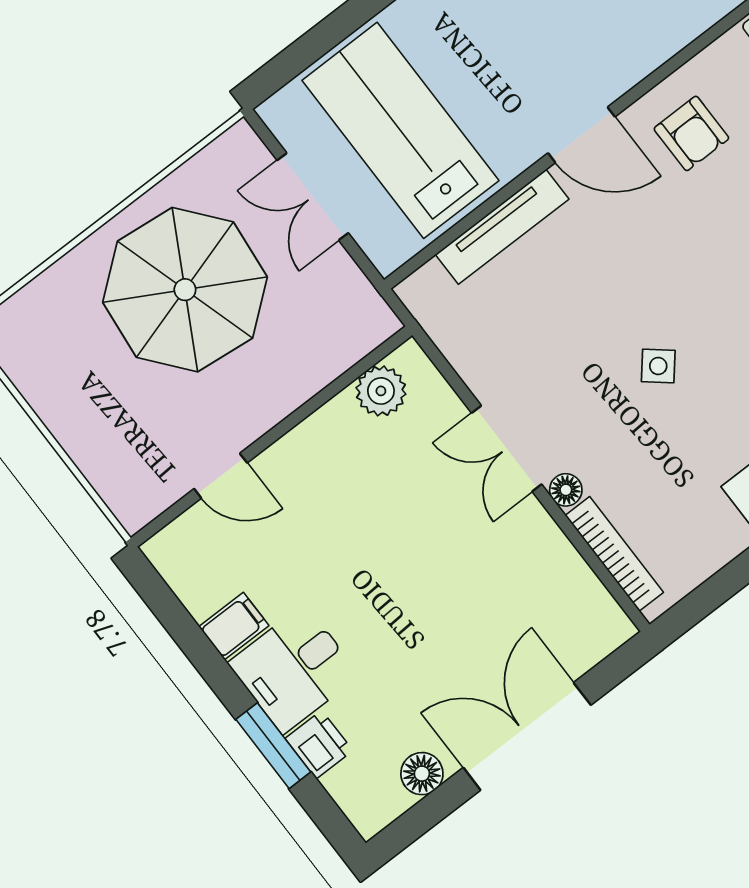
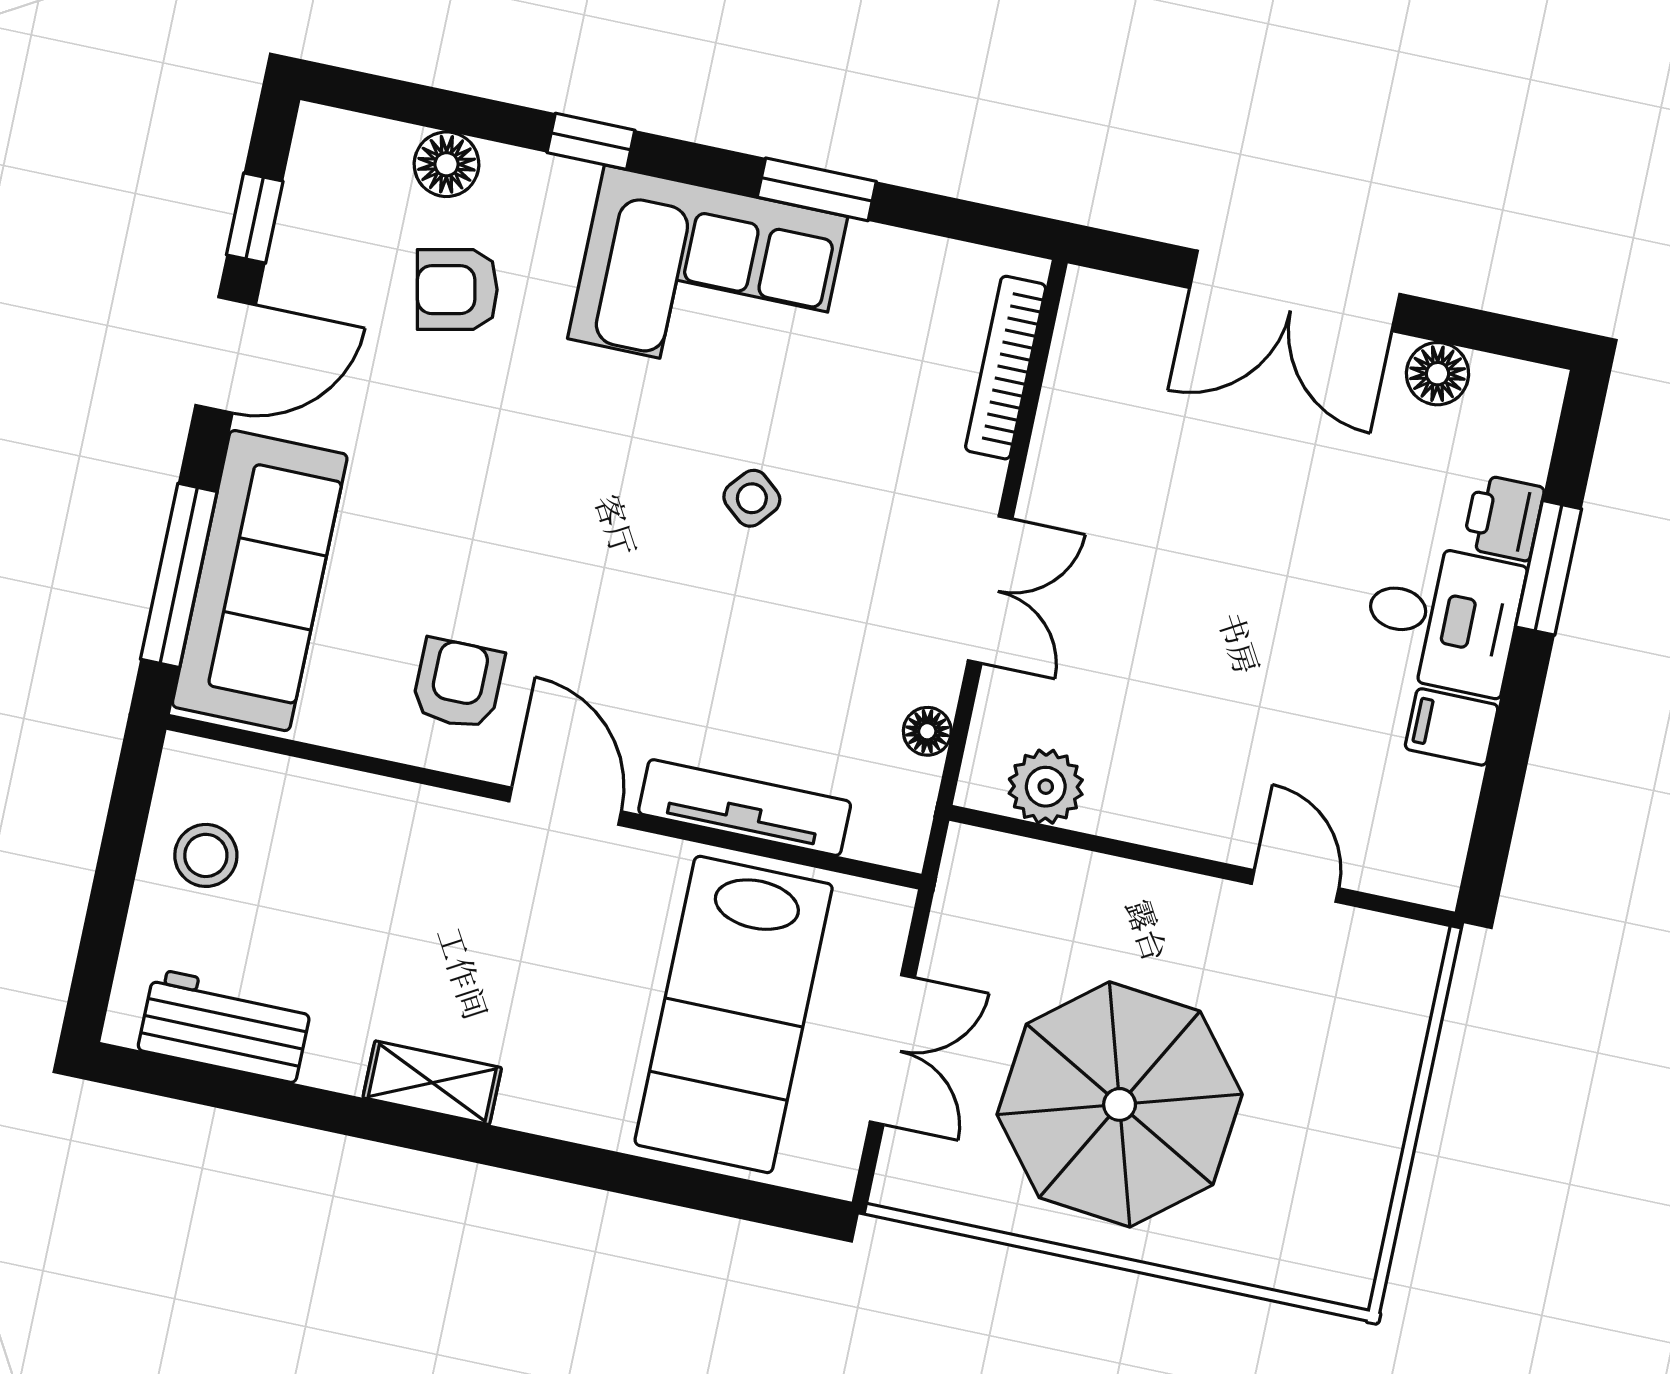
floor lamp: (566, 490) -> (927, 731), moved

